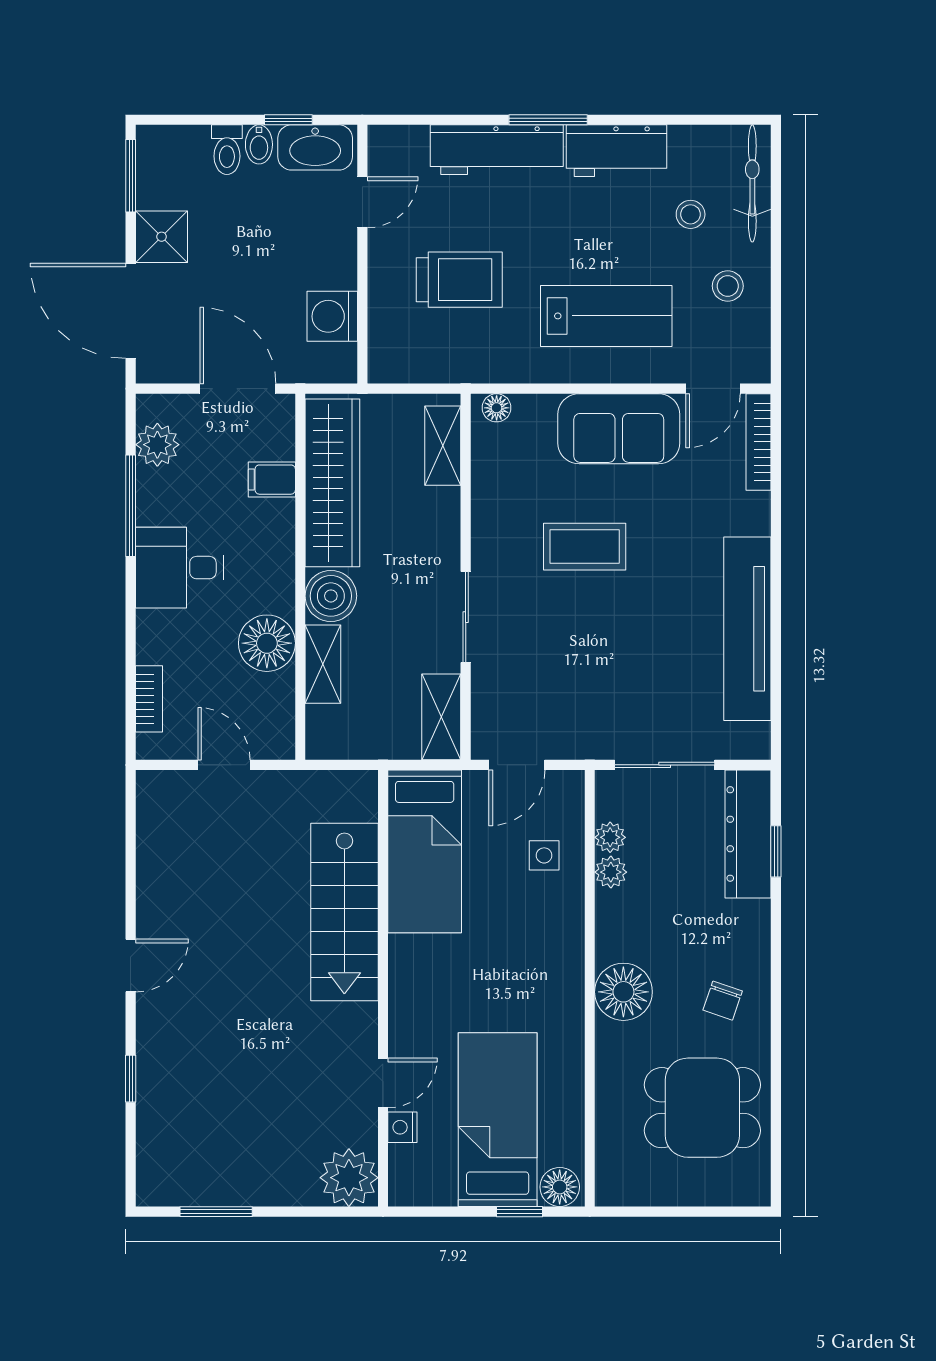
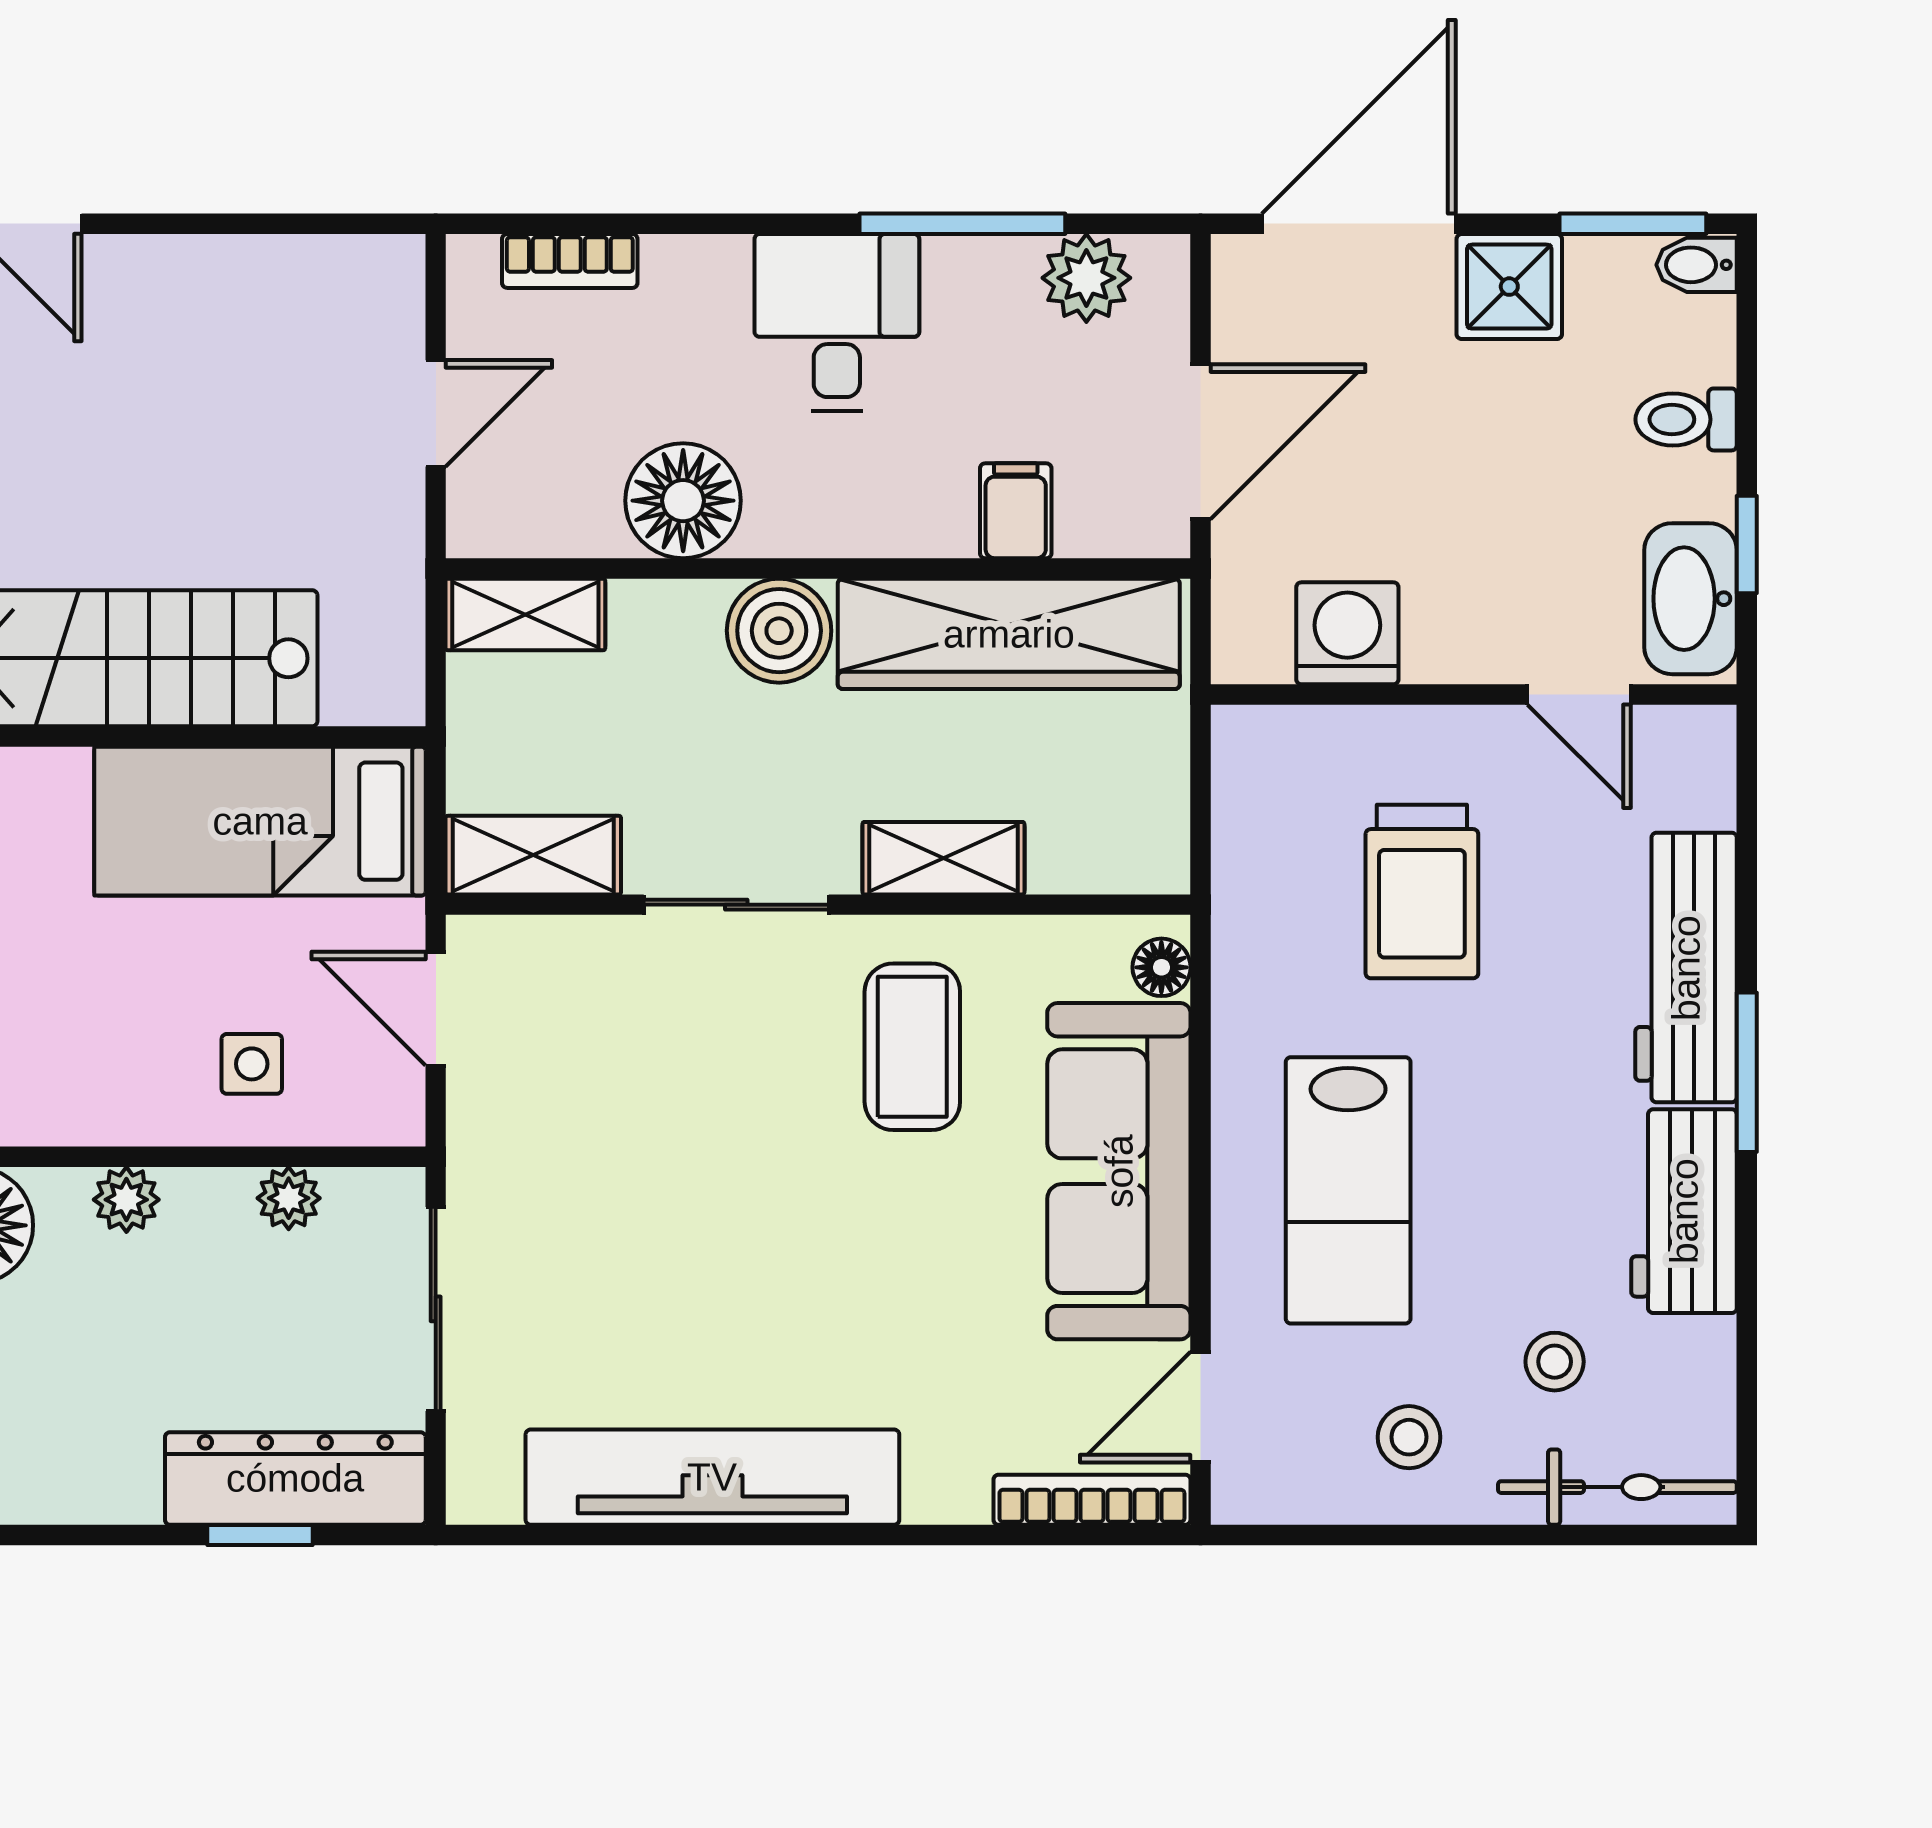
bidet: (259, 144) -> (1697, 265), moved
door: (713, 389) -> (1200, 1407), hinge flipped
sofa: (619, 429) -> (1119, 1171), width x1.36
shelving: (443, 446) -> (943, 858), moved
coffee table: (585, 547) -> (912, 1047), moved
shelving: (323, 664) -> (525, 614), moved
plant: (611, 872) -> (126, 1200), moved

